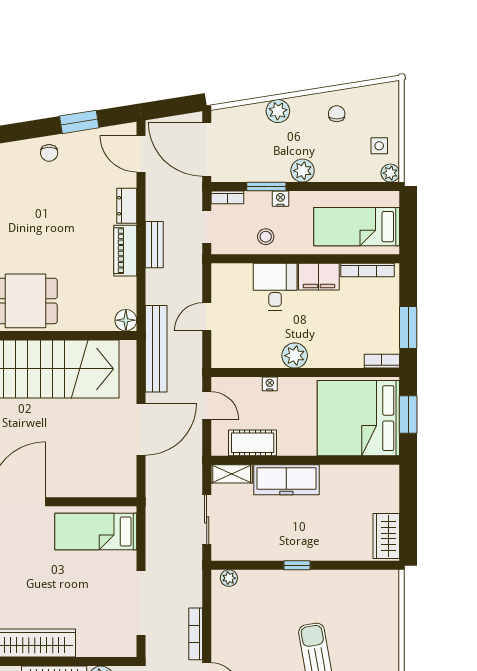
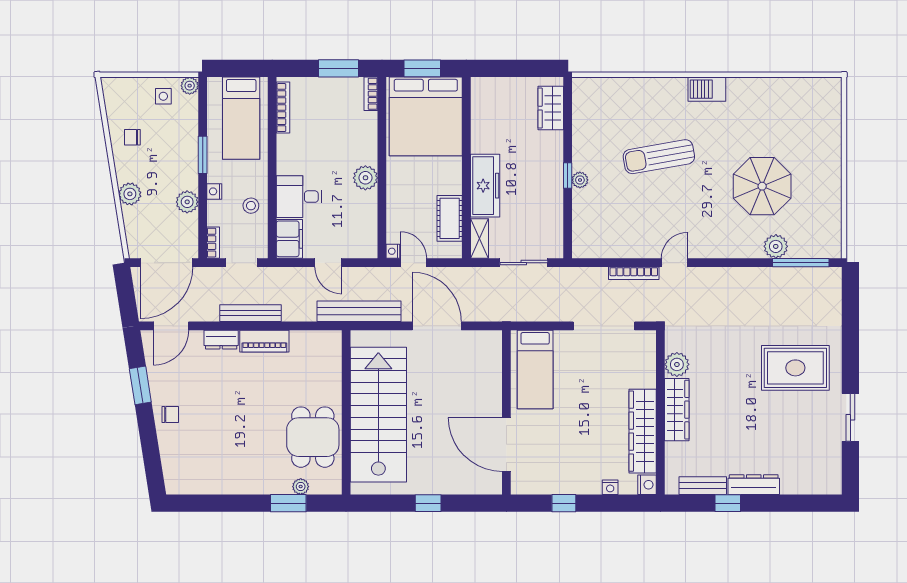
plant: (303, 171) -> (187, 202), moved
window: (266, 187) -> (203, 155), moved
bench: (154, 245) -> (251, 313), width x1.36
filing cabinet: (319, 277) -> (289, 239), moved
floor lamp: (126, 320) -> (331, 340), removed
nightstand: (270, 384) -> (393, 251), moved
door: (207, 405) -> (413, 263), hinge flipped
wardrobe: (386, 536) -> (551, 108), moved, turned 90
plant: (229, 578) -> (580, 180), moved

